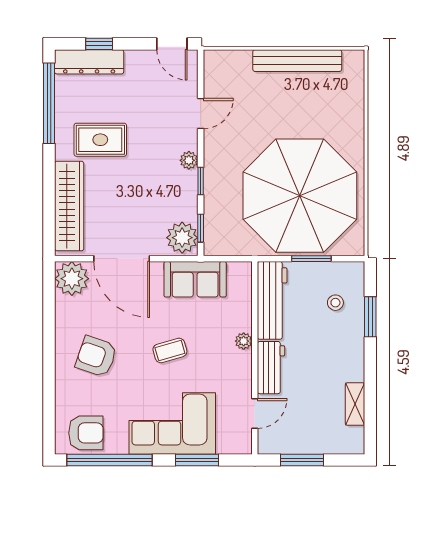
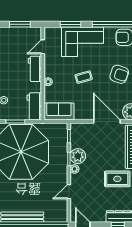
plant: (182, 238) -> (78, 156), moved
sofa: (195, 279) -> (59, 111), moved
workbench: (272, 300) -> (34, 106), width x0.73

